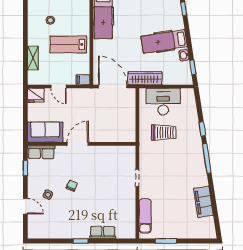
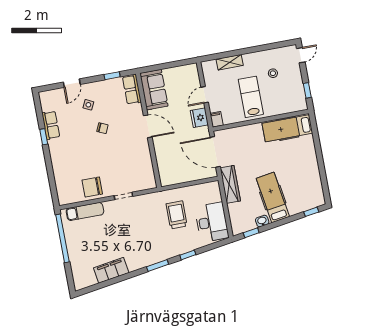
door: (113, 87) -> (215, 152), swing flipped
fridge: (36, 95) -> (199, 118), moved
desk: (163, 102) -> (212, 222), moved
trolley: (164, 133) -> (177, 215), turned 180
window: (207, 159) -> (158, 265), width x0.69
chair: (124, 205) -> (92, 187), added
row of seats: (103, 233) -> (51, 125), moved
window: (81, 241) -> (44, 137), moved
window: (166, 241) -> (62, 238), width x2.11

